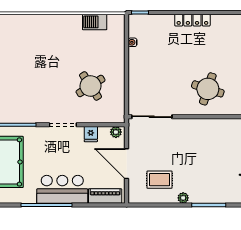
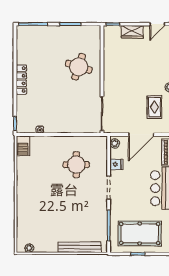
barbecue: (95, 22) -> (23, 146), moved
round table: (91, 86) -> (76, 165), turned 33

